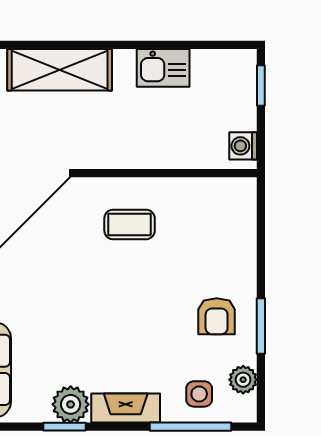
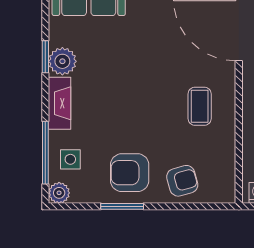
armchair: (227, 247) -> (182, 181), added
armchair: (217, 316) -> (130, 173), width x1.38, depth x1.38
plant: (243, 380) -> (59, 193), moved

